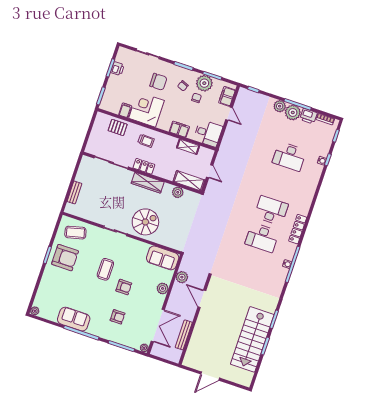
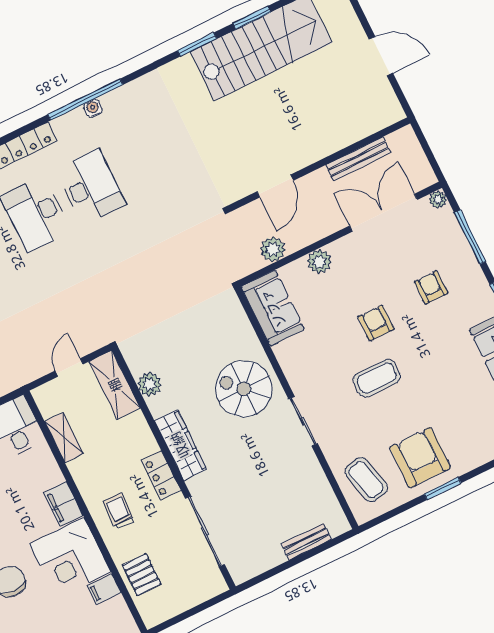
filing cabinet: (179, 129) -> (63, 504), moved

